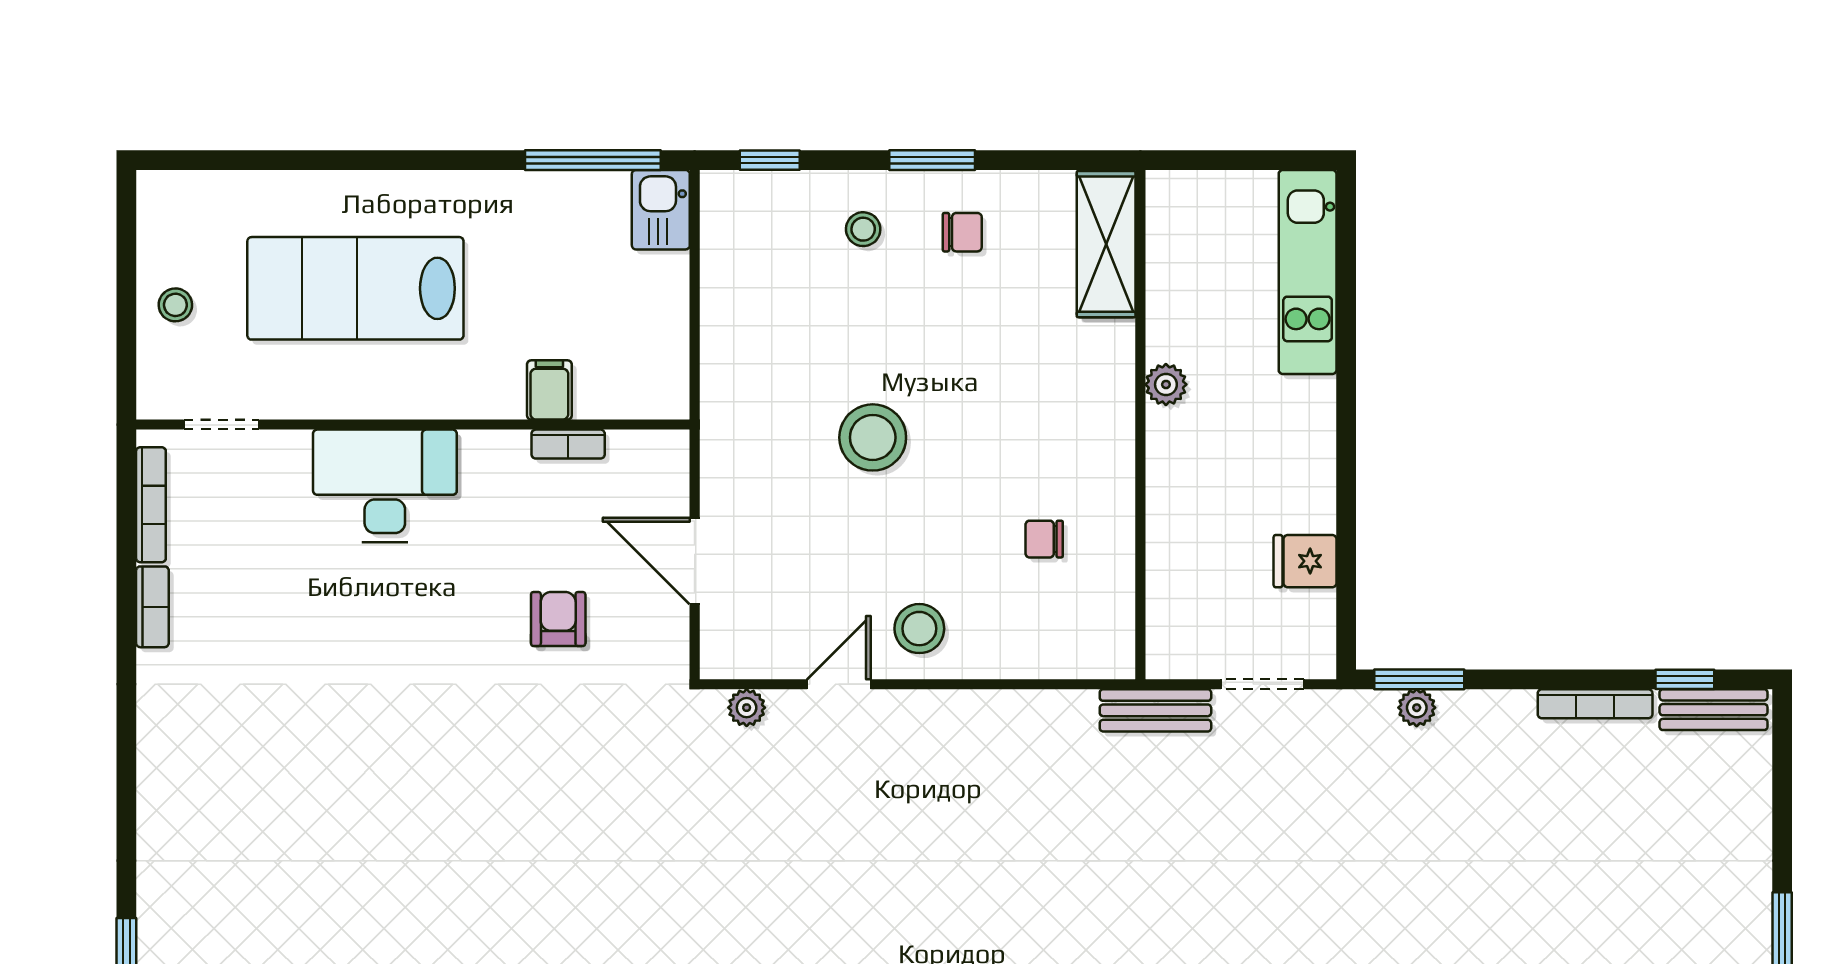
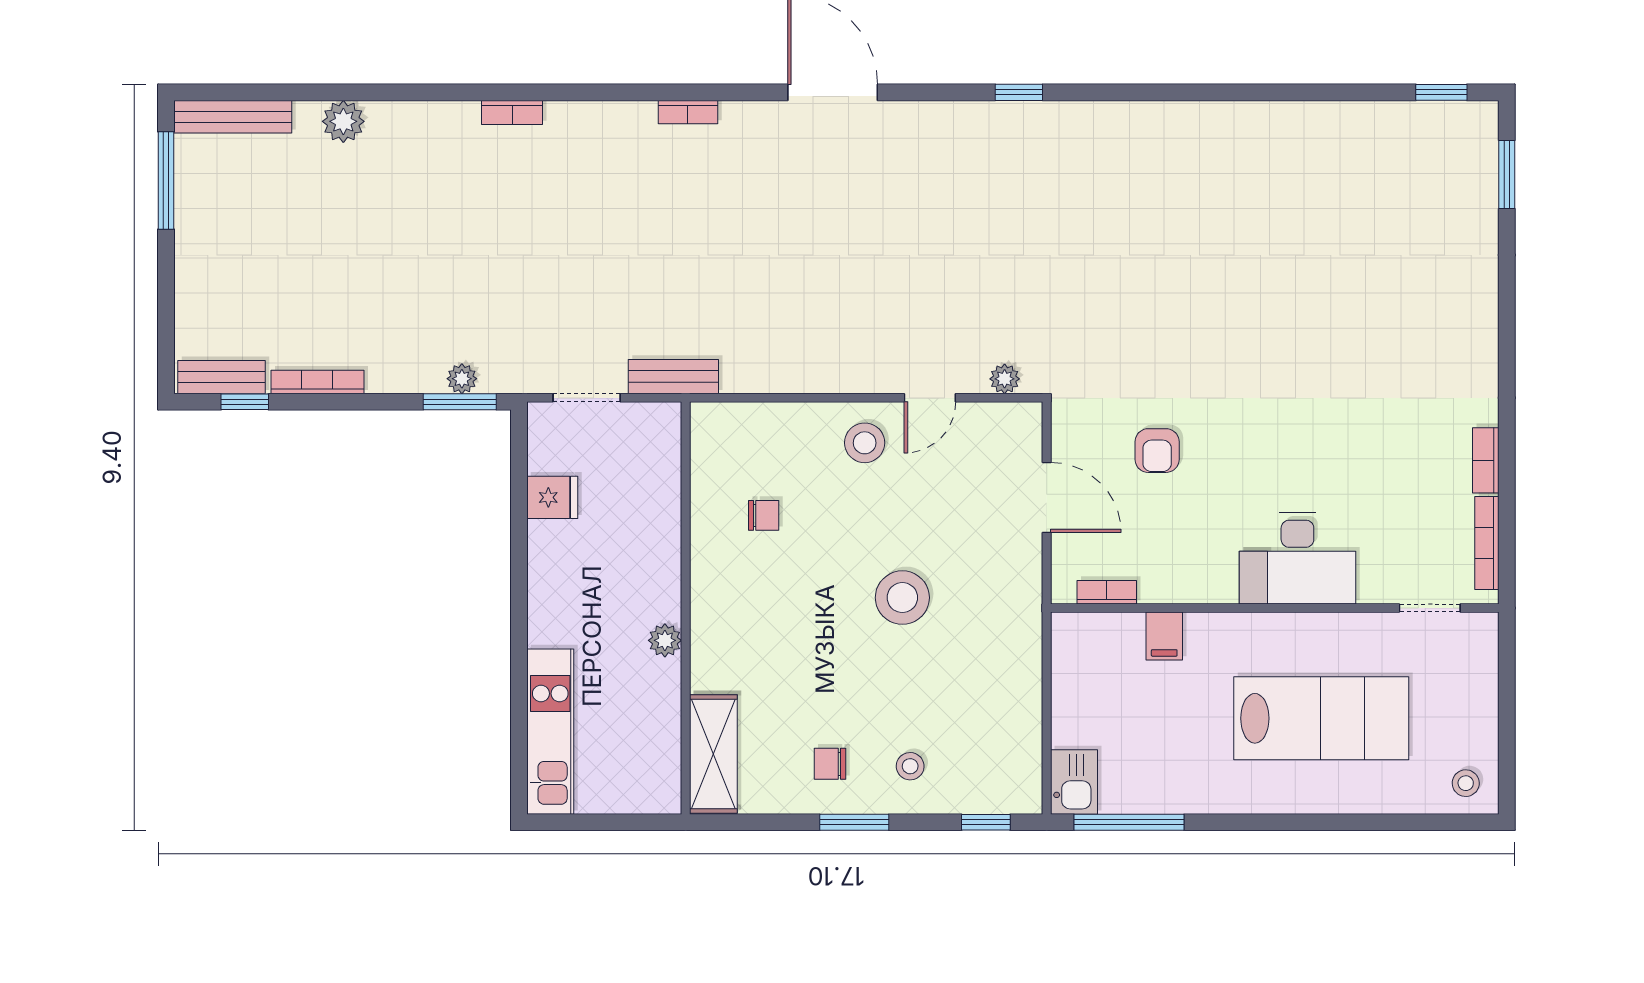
stool: (175, 305) -> (1466, 783), moved
bookcase: (568, 444) -> (1107, 592), moved

